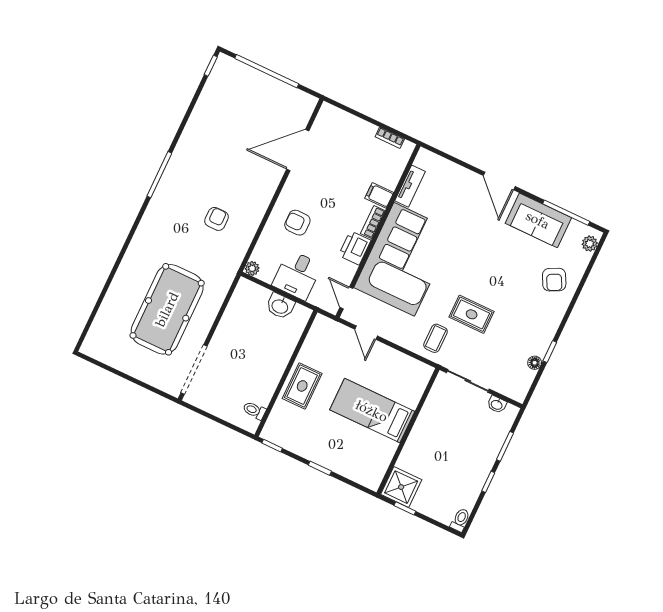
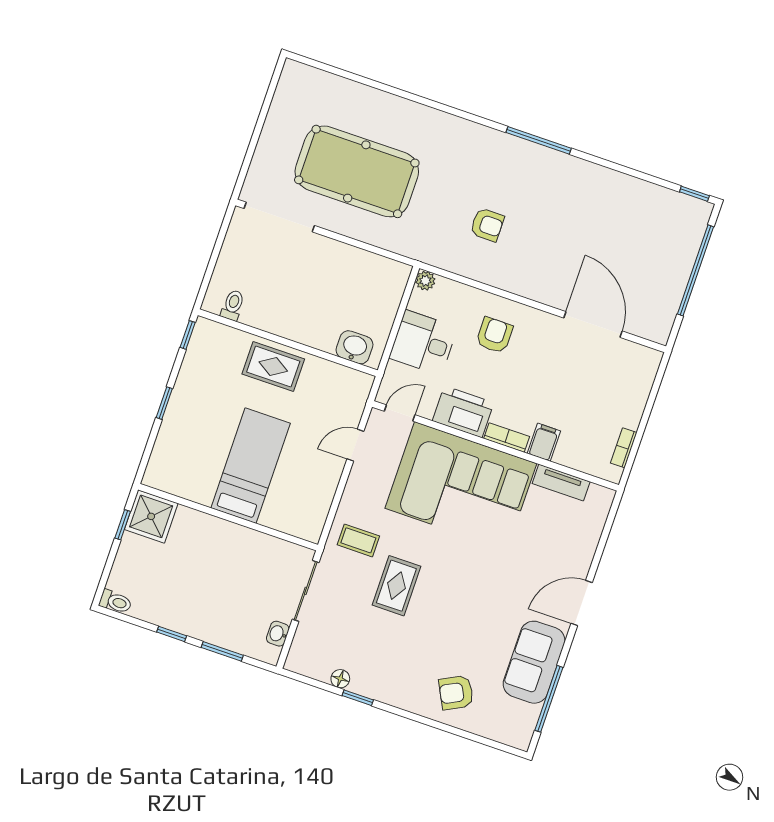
plant: (590, 244) -> (510, 735), removed
printer: (355, 248) -> (463, 412), width x1.37, depth x1.19
washbasin: (280, 306) -> (354, 347), moved, turned 90

